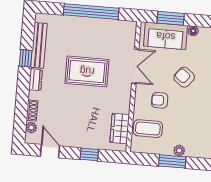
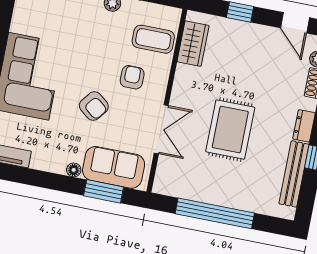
double door: (135, 66) -> (161, 129), swing flipped
rug: (87, 71) -> (230, 130), turned 90
armchair: (160, 100) -> (132, 77), turned -90

